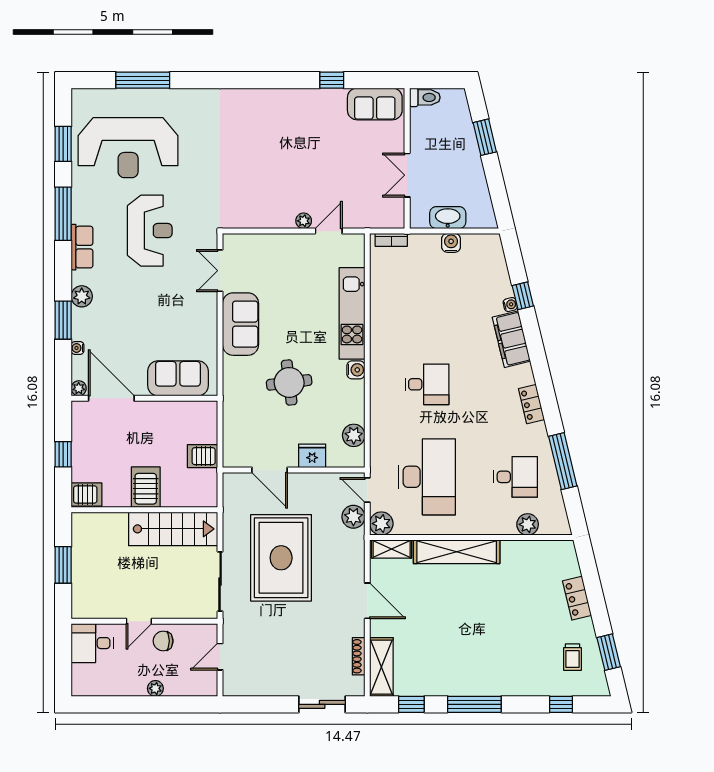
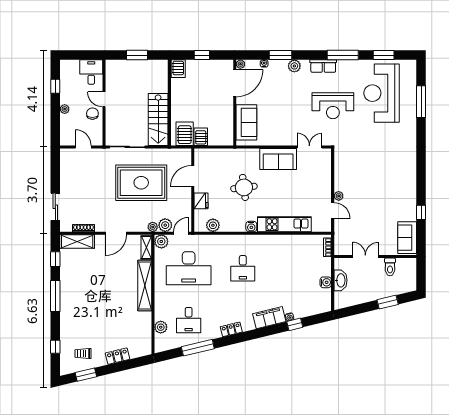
toilet: (425, 97) -> (390, 267), moved
server rack: (146, 487) -> (185, 134), moved, turned -90
plant: (357, 538) -> (153, 227), added
window: (117, 704) -> (55, 86), added

